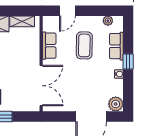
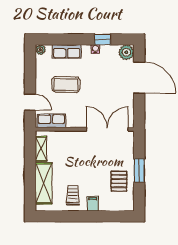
plant: (108, 21) -> (40, 50), moved
row of seats: (49, 46) -> (51, 121), moved
window: (128, 61) -> (102, 39), moved

